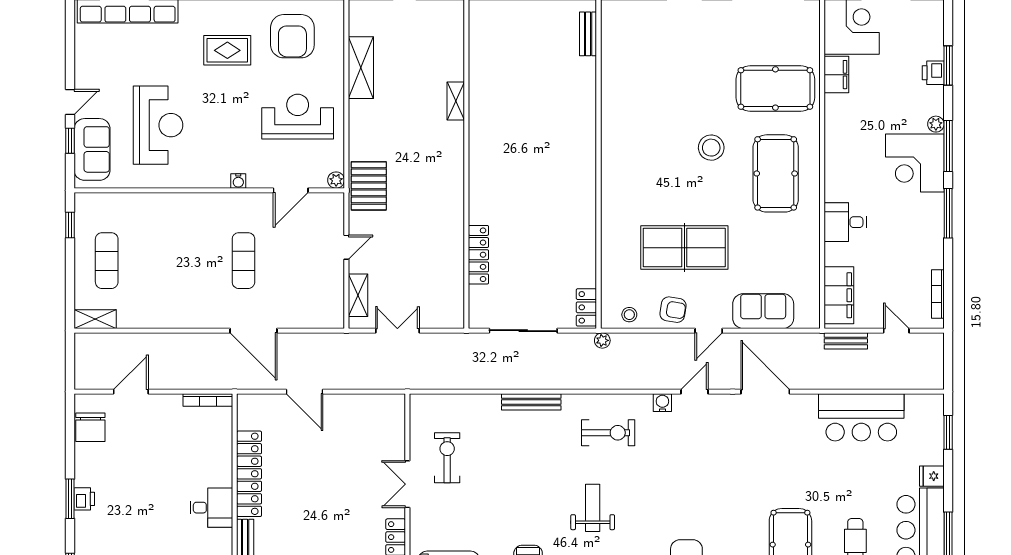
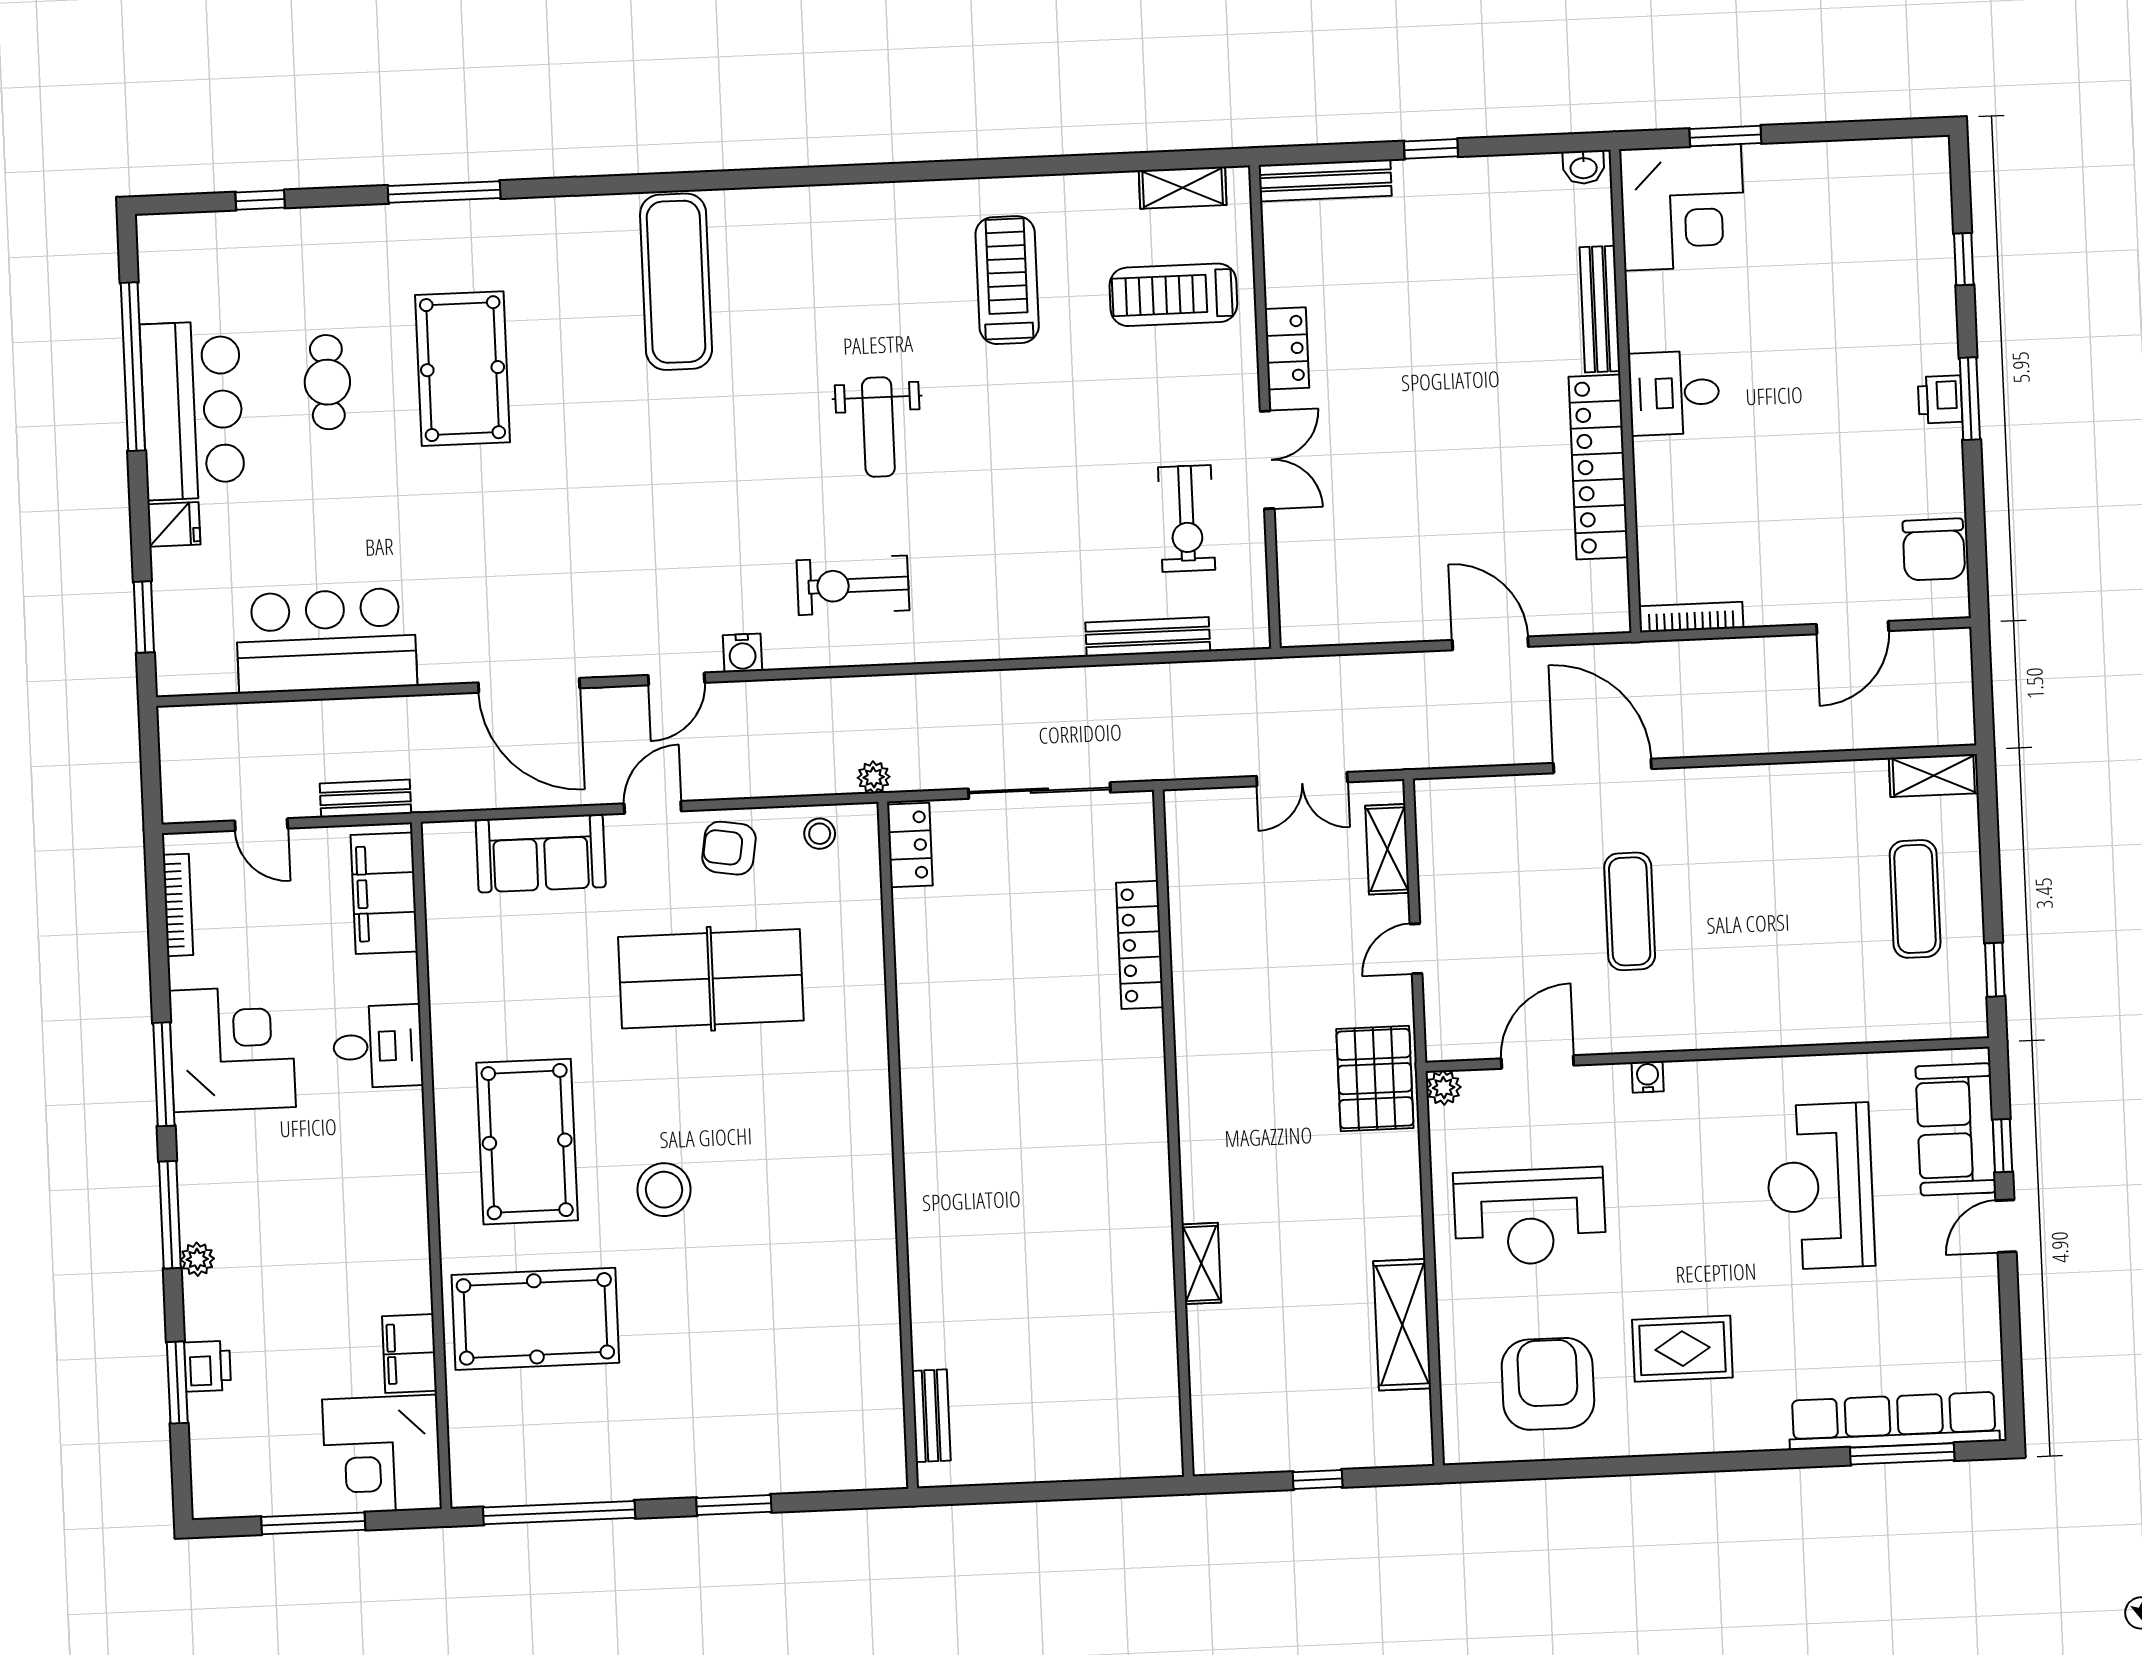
corner desk: (915, 163) -> (232, 1049), moved
bench: (531, 402) -> (1148, 637), moved
chair: (90, 427) -> (1934, 549), turned 180

